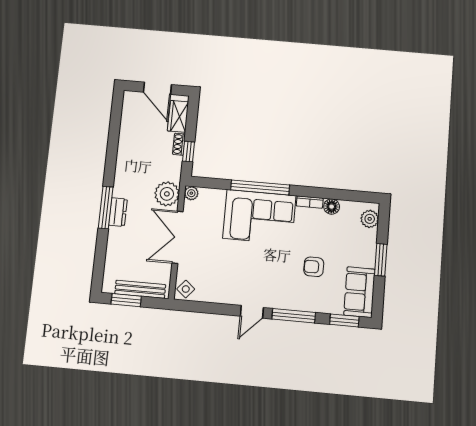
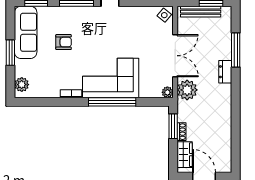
window: (189, 152) -> (173, 126), width x1.50
floor lamp: (332, 207) -> (53, 92), removed
window: (106, 208) -> (236, 50), moved
sofa: (359, 292) -> (26, 32), width x1.36

